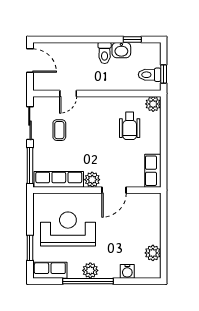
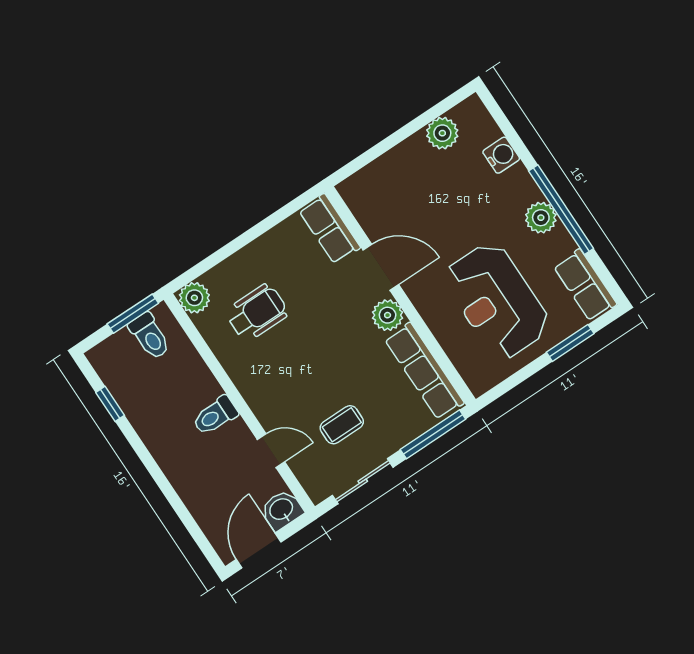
washbasin: (121, 50) -> (282, 510), moved, turned -90
toilet: (105, 53) -> (215, 416), moved, turned 180
window: (164, 74) -> (133, 314), width x1.50
row of seats: (153, 171) -> (330, 229), moved, turned 90

